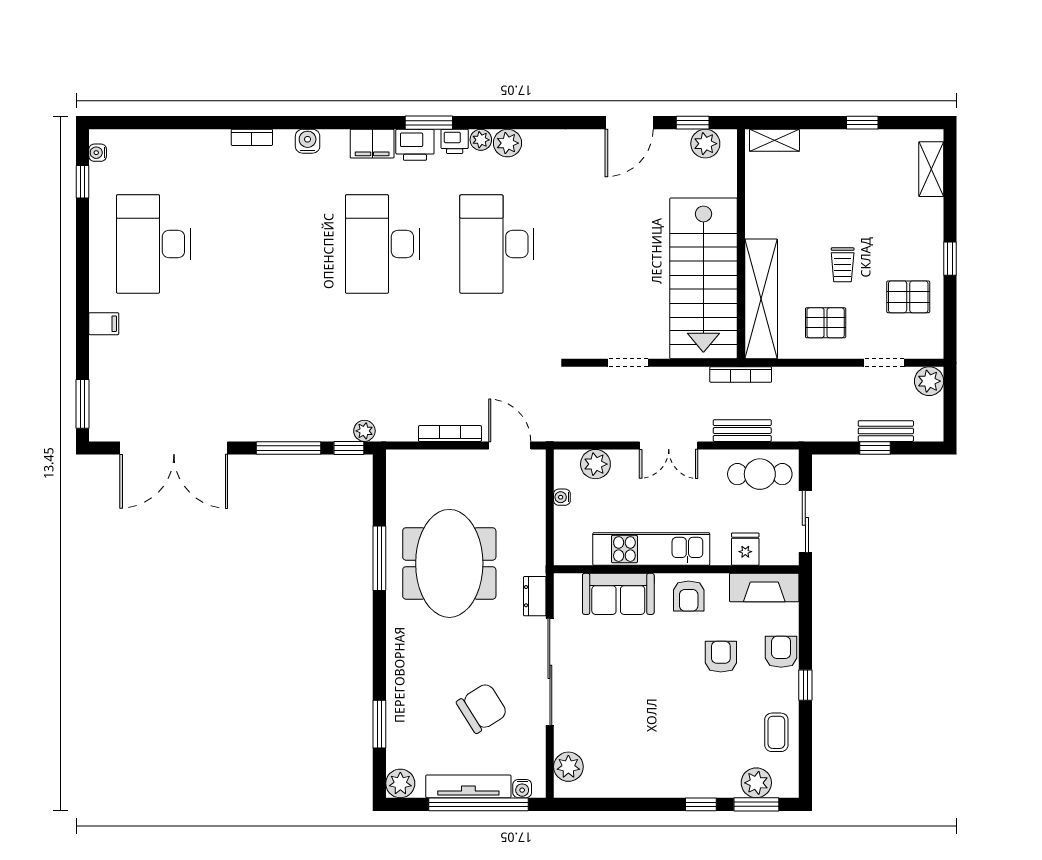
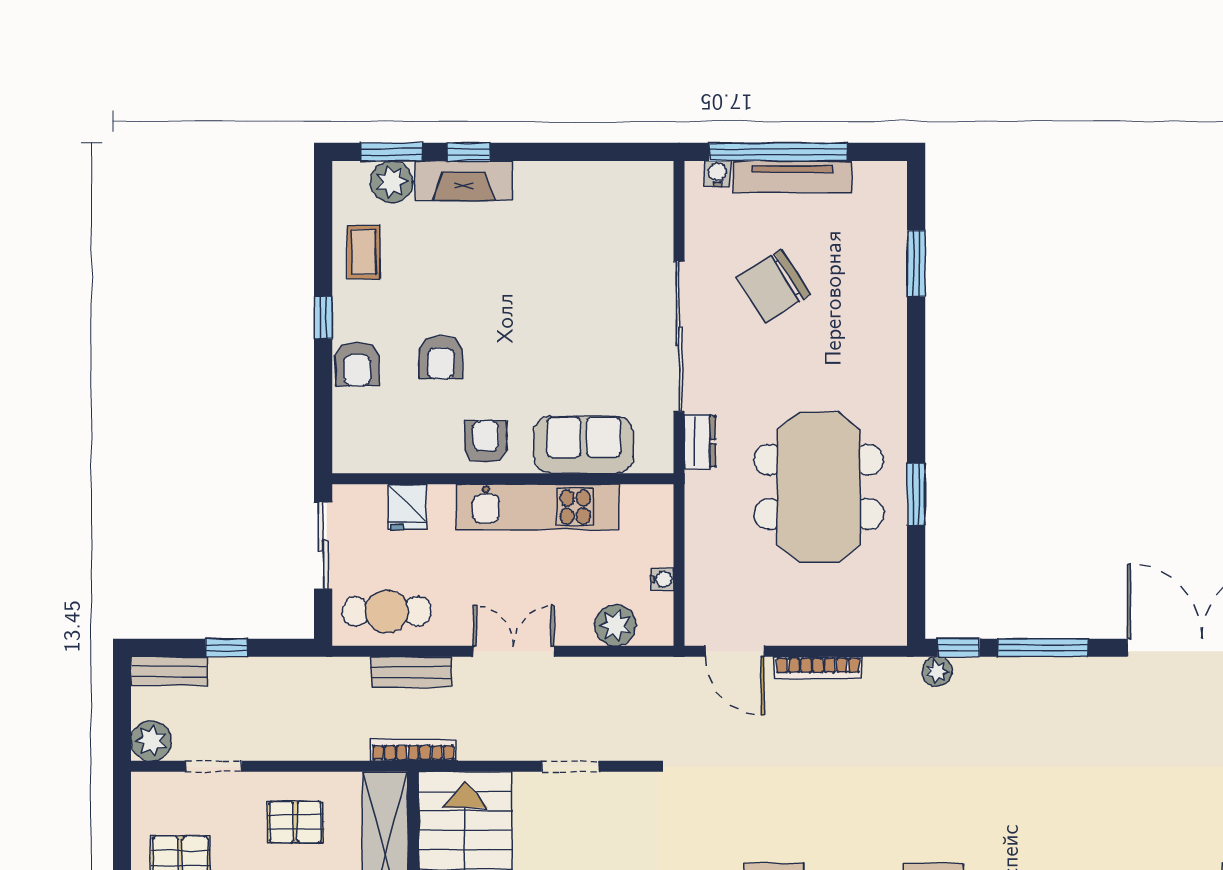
bench: (886, 431) -> (169, 671), moved
window: (379, 558) -> (916, 494), width x0.69
fireplace: (764, 588) -> (464, 181), moved, turned 180
plant: (568, 767) -> (653, 204), removed
plant: (400, 783) -> (887, 181), removed

